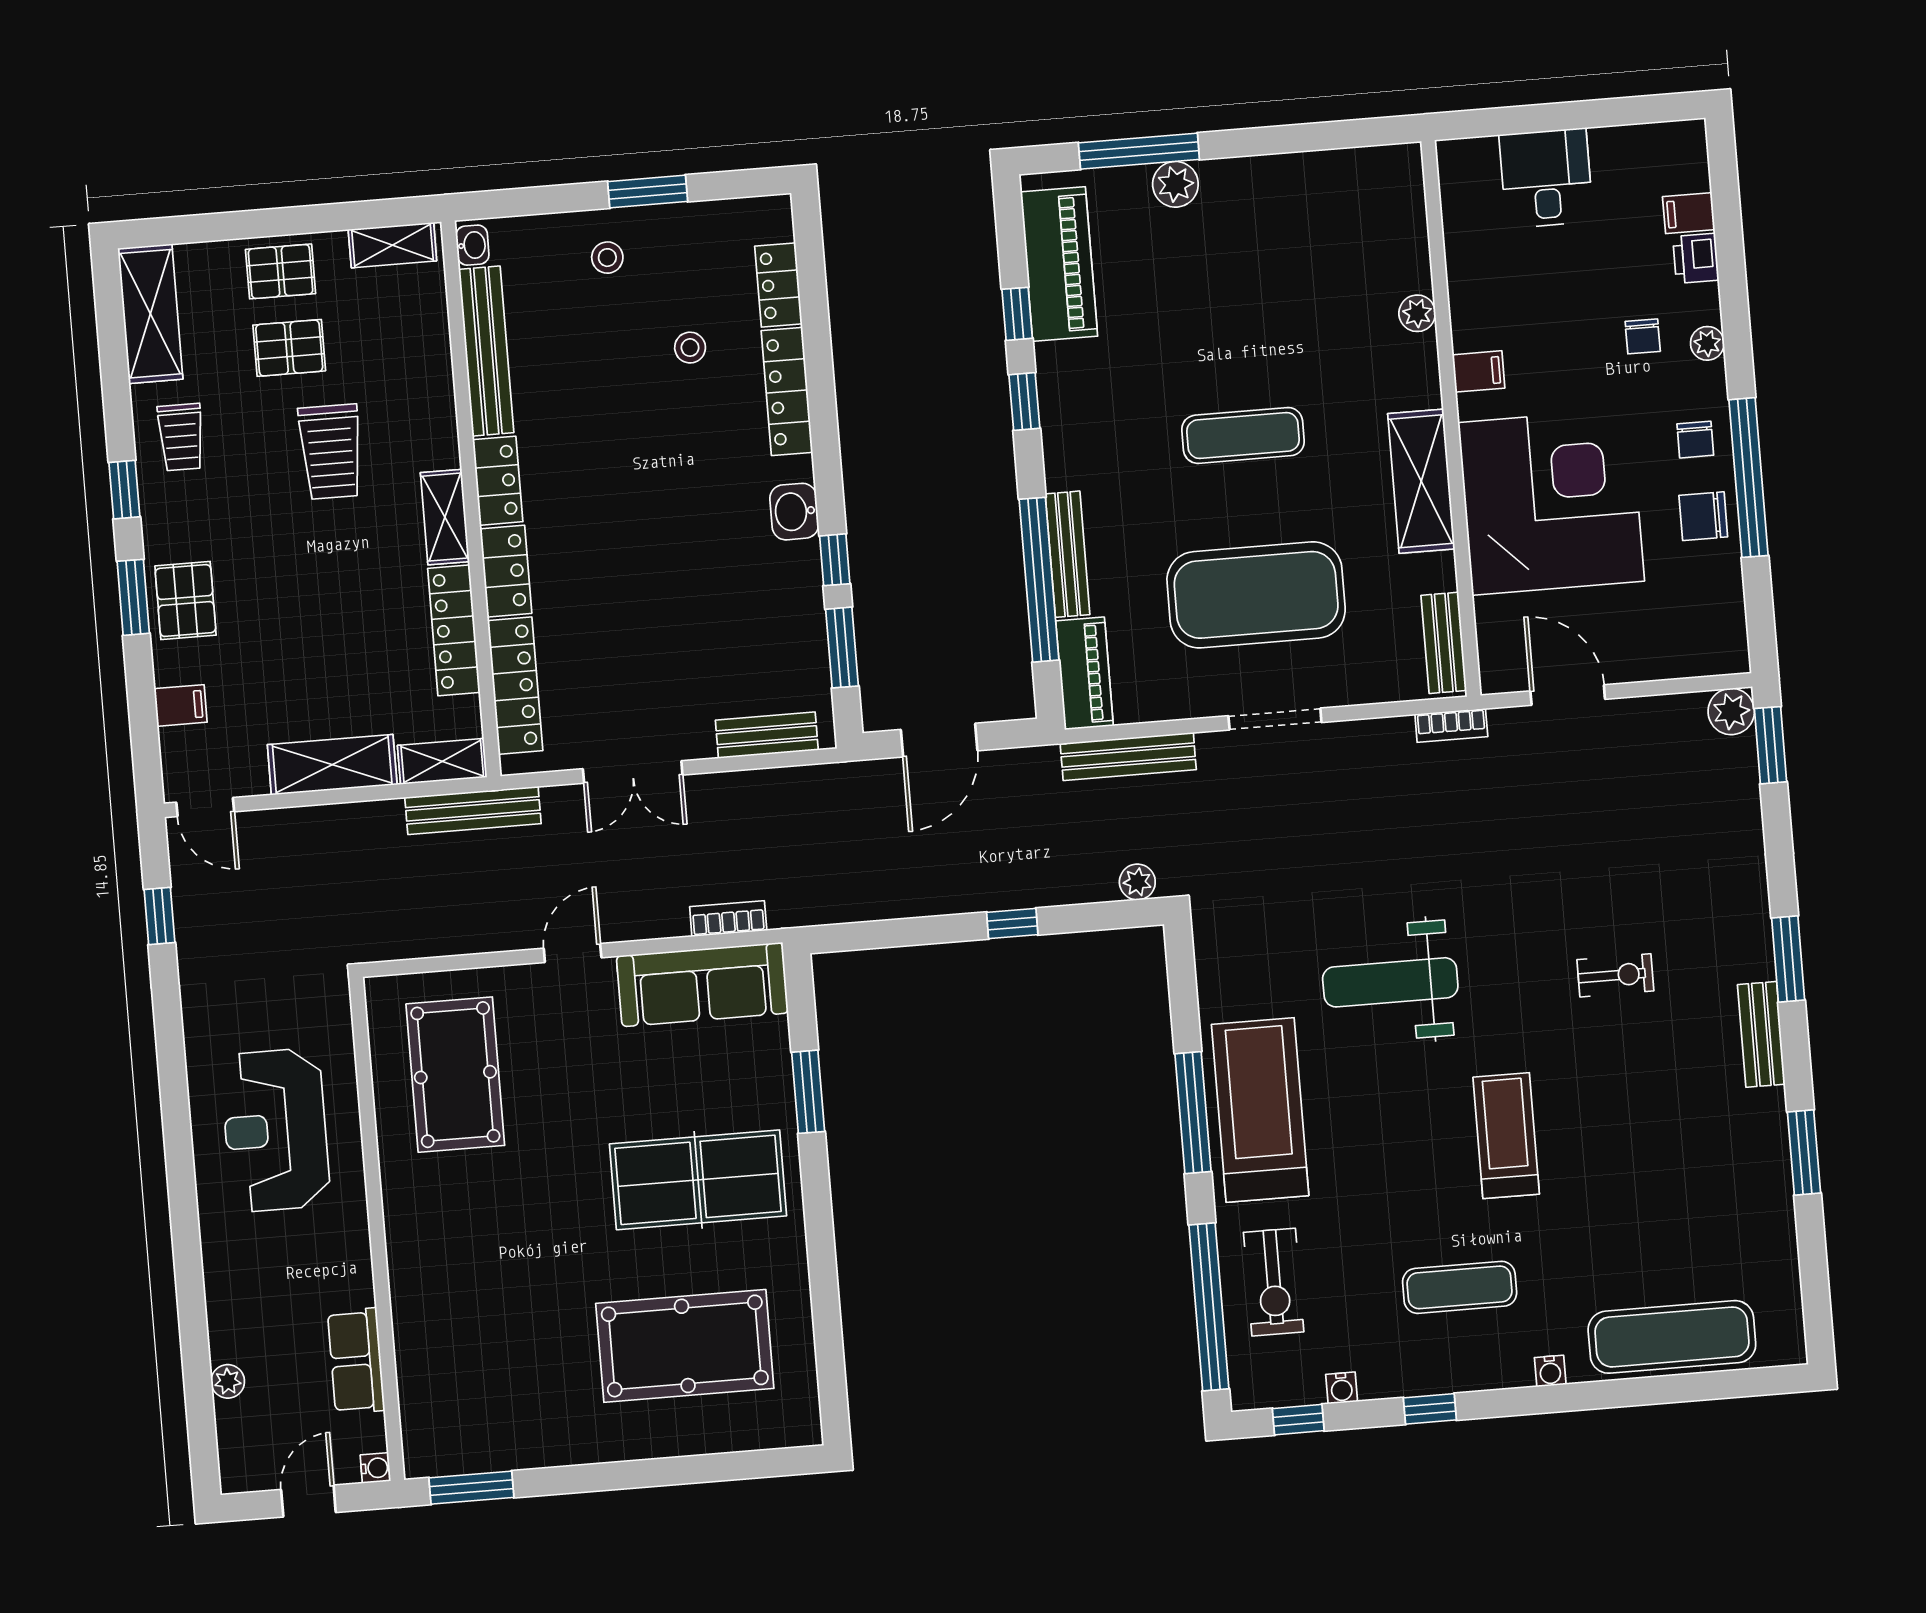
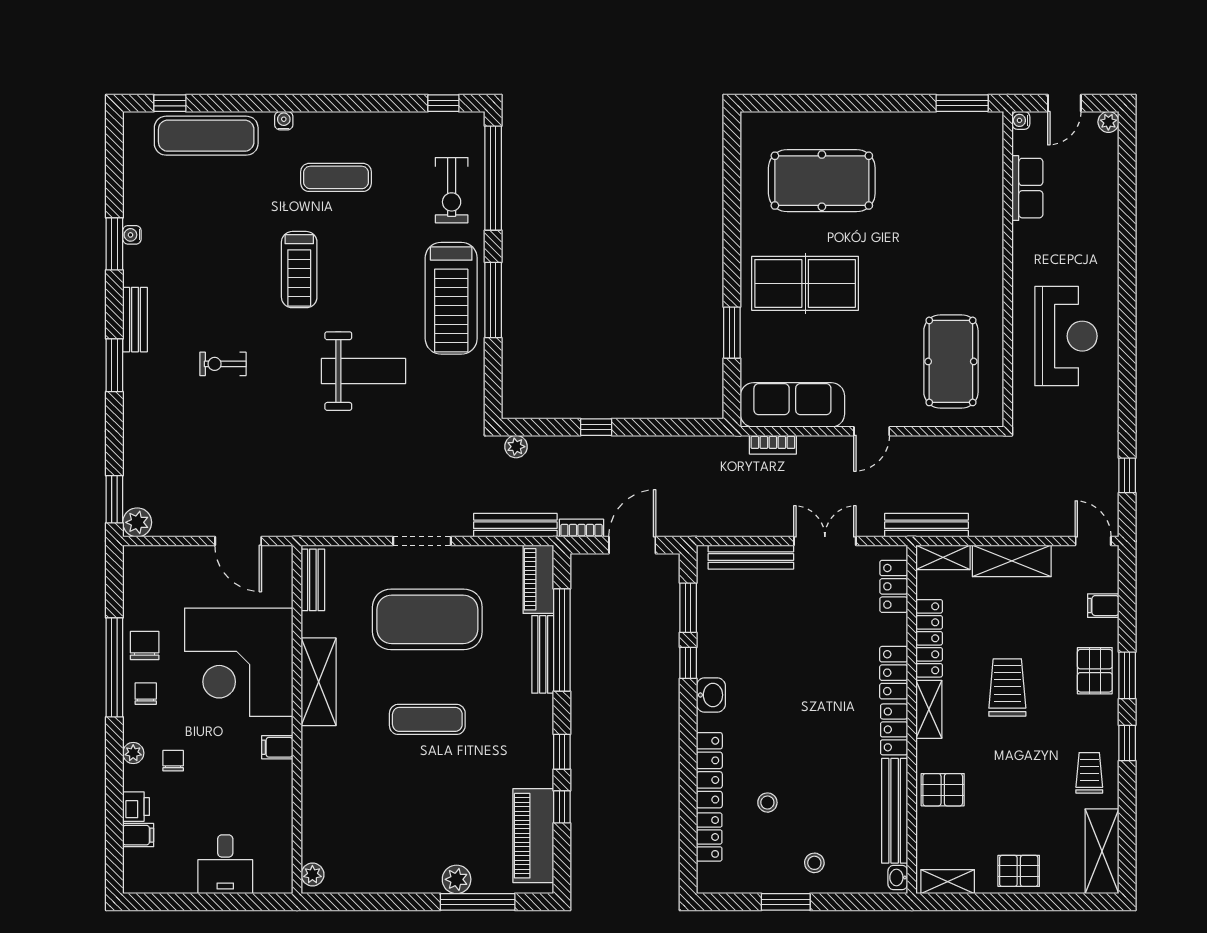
plant: (1417, 313) -> (312, 875), moved
pallet: (289, 348) -> (943, 790), moved
trolley: (331, 452) -> (1007, 687), moved
chair: (1703, 516) -> (145, 646), turned -90
locker: (515, 686) -> (894, 586), width x0.66
bookcase: (1451, 725) -> (581, 528), moved
bench: (767, 735) -> (751, 557), width x1.36
exercise bike: (1274, 1282) -> (452, 190), turned 180
plant: (228, 1381) -> (1108, 122), moved
water cooler: (1342, 1388) -> (132, 235), moved, turned -90
window: (1430, 1409) -> (170, 103), moved

